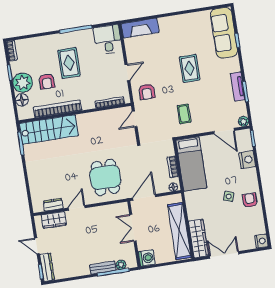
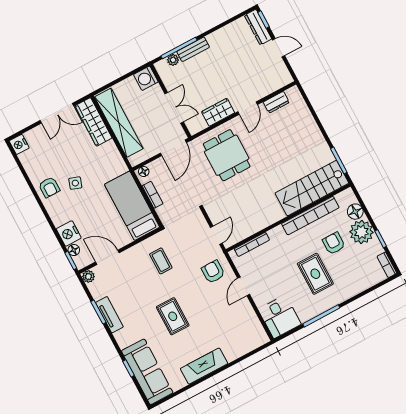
fireplace: (140, 28) -> (204, 366), moved
floor lamp: (248, 146) -> (74, 250), added
wardrobe: (54, 220) -> (218, 112), moved

